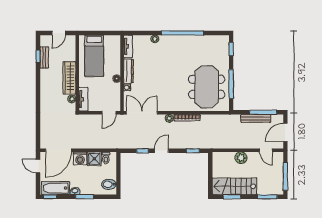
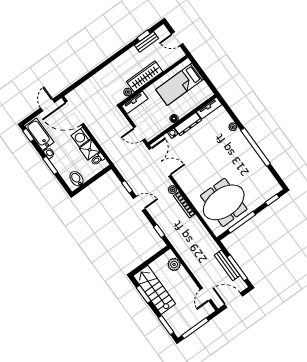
plant: (241, 158) -> (174, 264), moved

